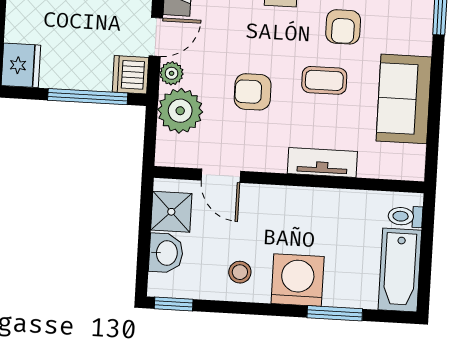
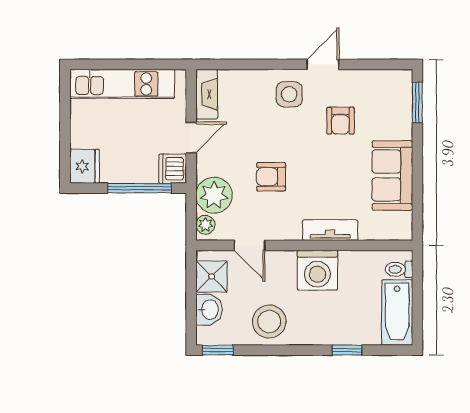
plant: (172, 73) -> (205, 225), moved
coffee table: (324, 80) -> (328, 164), removed
stool: (240, 272) -> (269, 322), width x1.89, depth x1.89
washing machine: (298, 280) -> (317, 270), moved, turned 180
window: (335, 313) -> (347, 350), width x0.67

